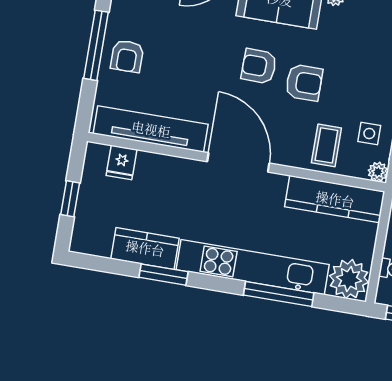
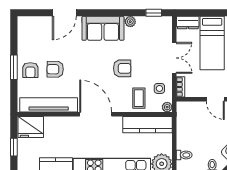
window: (96, 45) -> (14, 67), width x0.69
armchair: (259, 66) -> (55, 69), moved
fridge: (122, 162) -> (31, 127), width x1.88, depth x1.34

